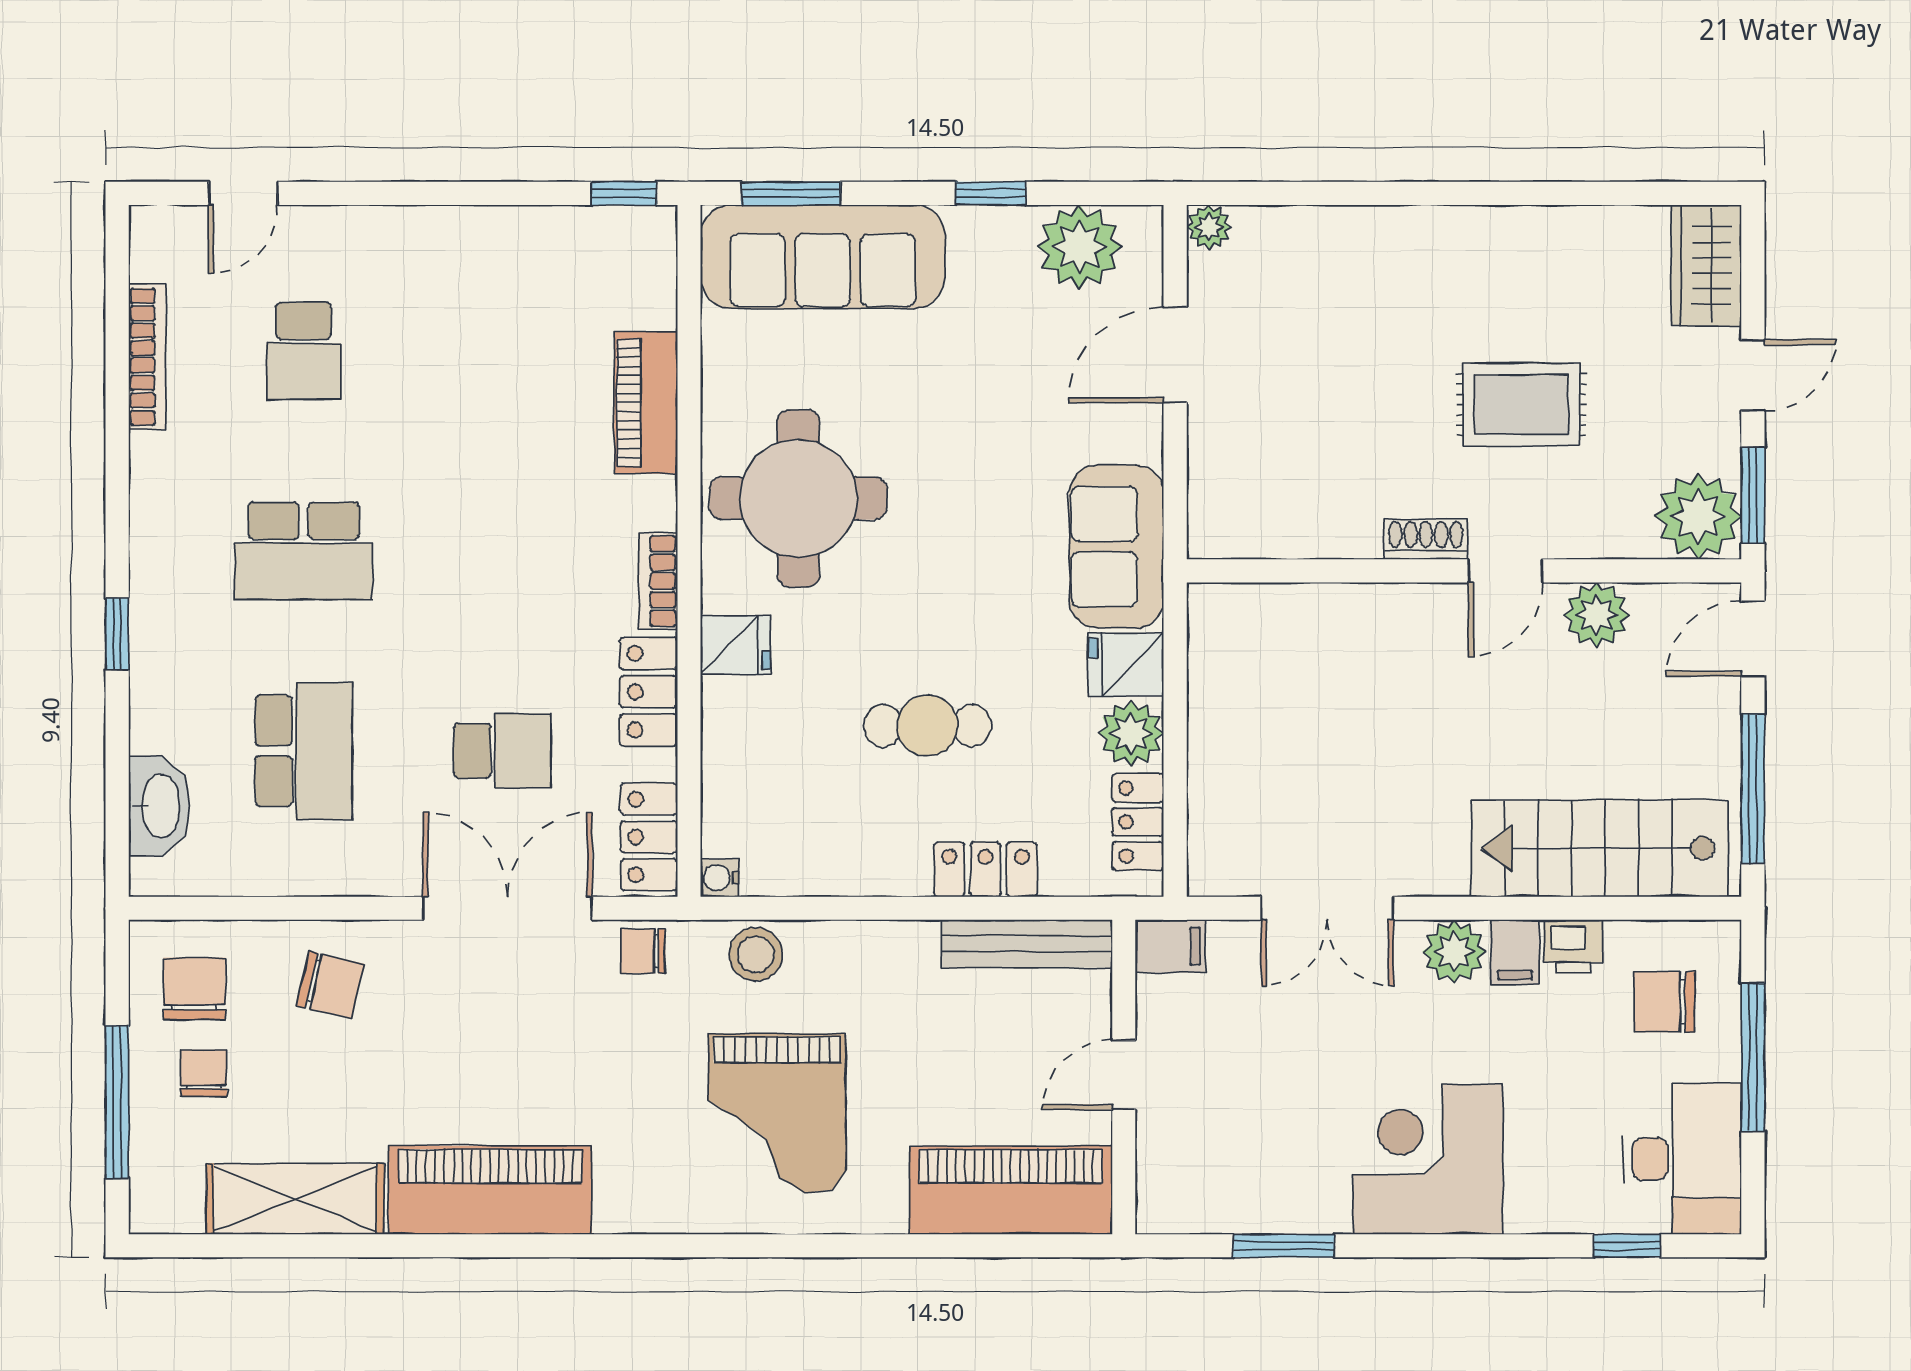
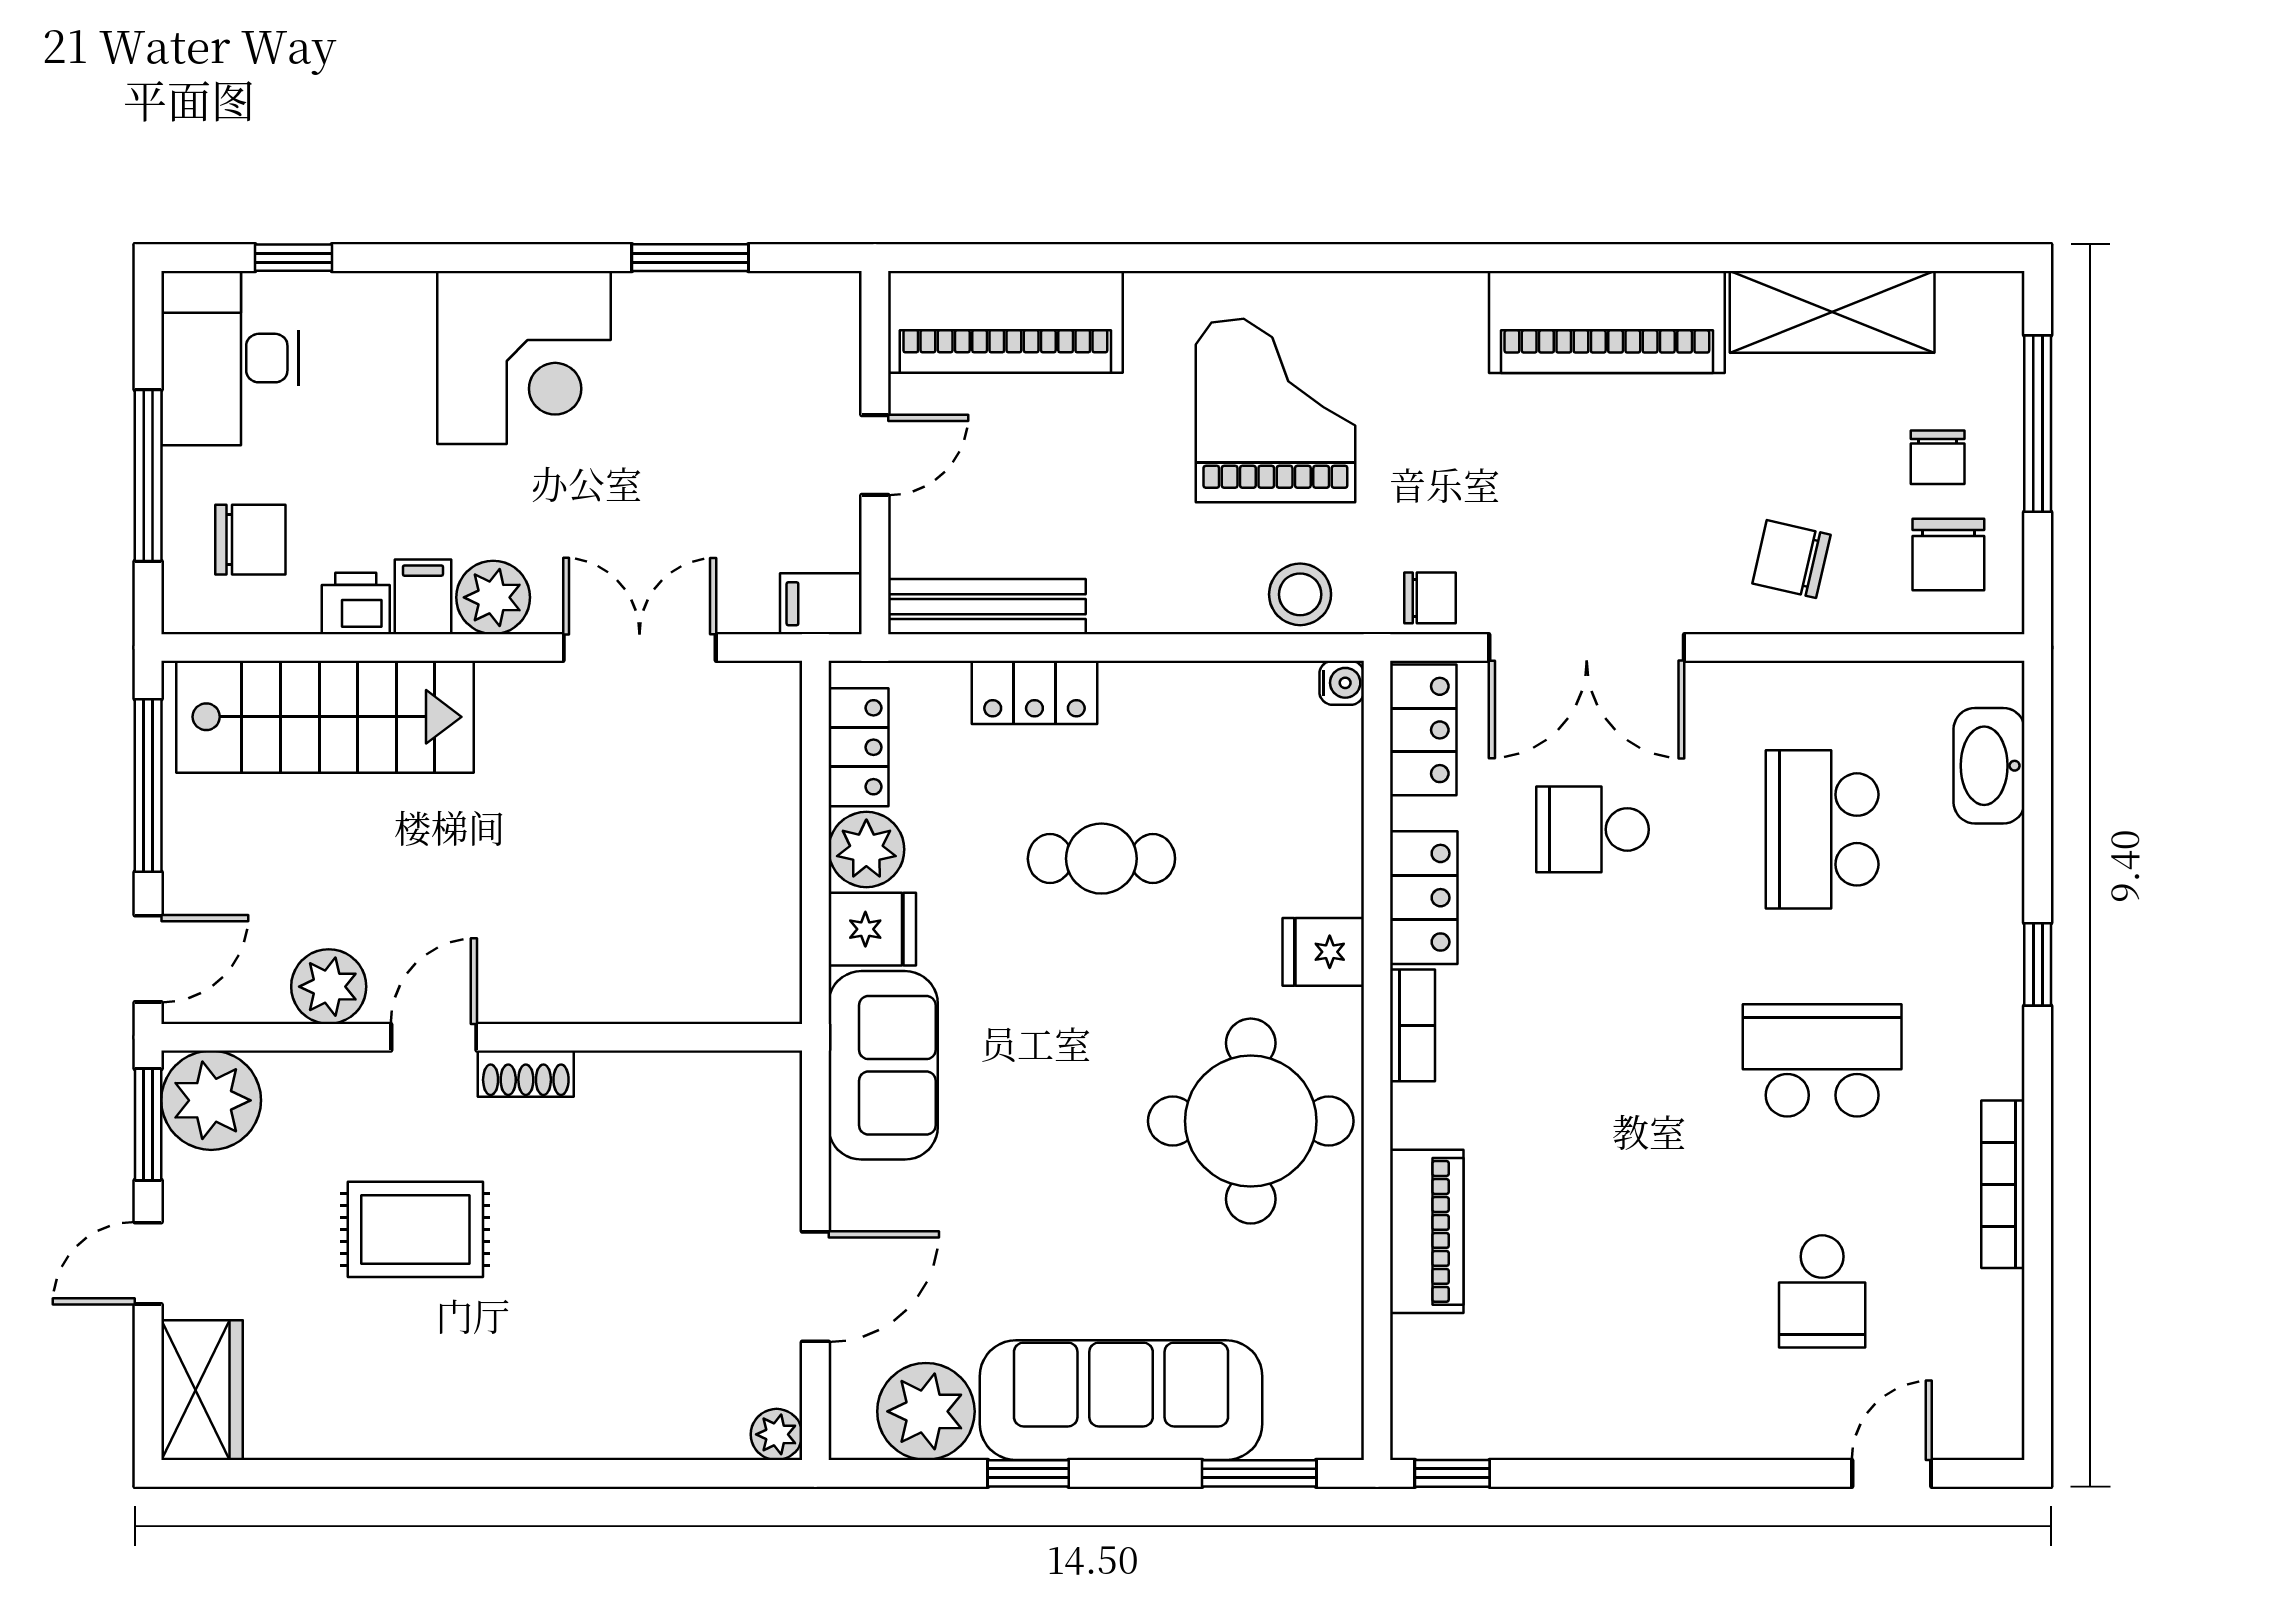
sofa: (823, 257) -> (1121, 1400), moved
school desk: (304, 351) -> (1822, 1291), turned 180
bookcase: (147, 357) -> (2003, 1184), moved

